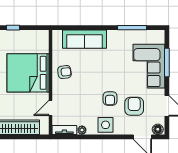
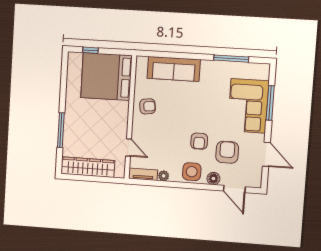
bed: (28, 73) -> (106, 77), moved
door: (50, 108) -> (128, 147), swing flipped
floor lamp: (158, 129) -> (213, 179), moved

